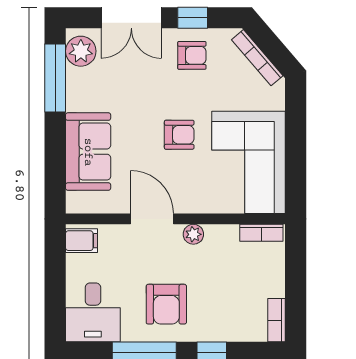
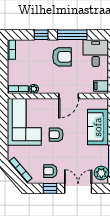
door: (152, 219) -> (69, 96), hinge flipped
plant: (193, 234) -> (34, 89), moved
armchair: (166, 304) -> (62, 57), turned 90

